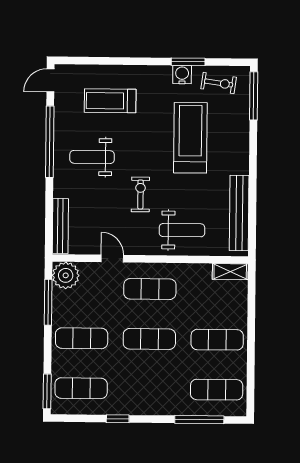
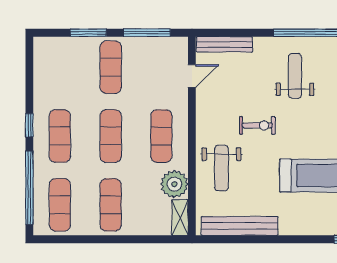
door: (112, 259) -> (192, 76), moved
plant: (66, 275) -> (174, 184), moved
exercise mat: (81, 388) -> (60, 136), moved
window: (47, 391) -> (88, 33), moved
window: (118, 419) -> (29, 125), moved
window: (199, 420) -> (29, 188), width x1.46

